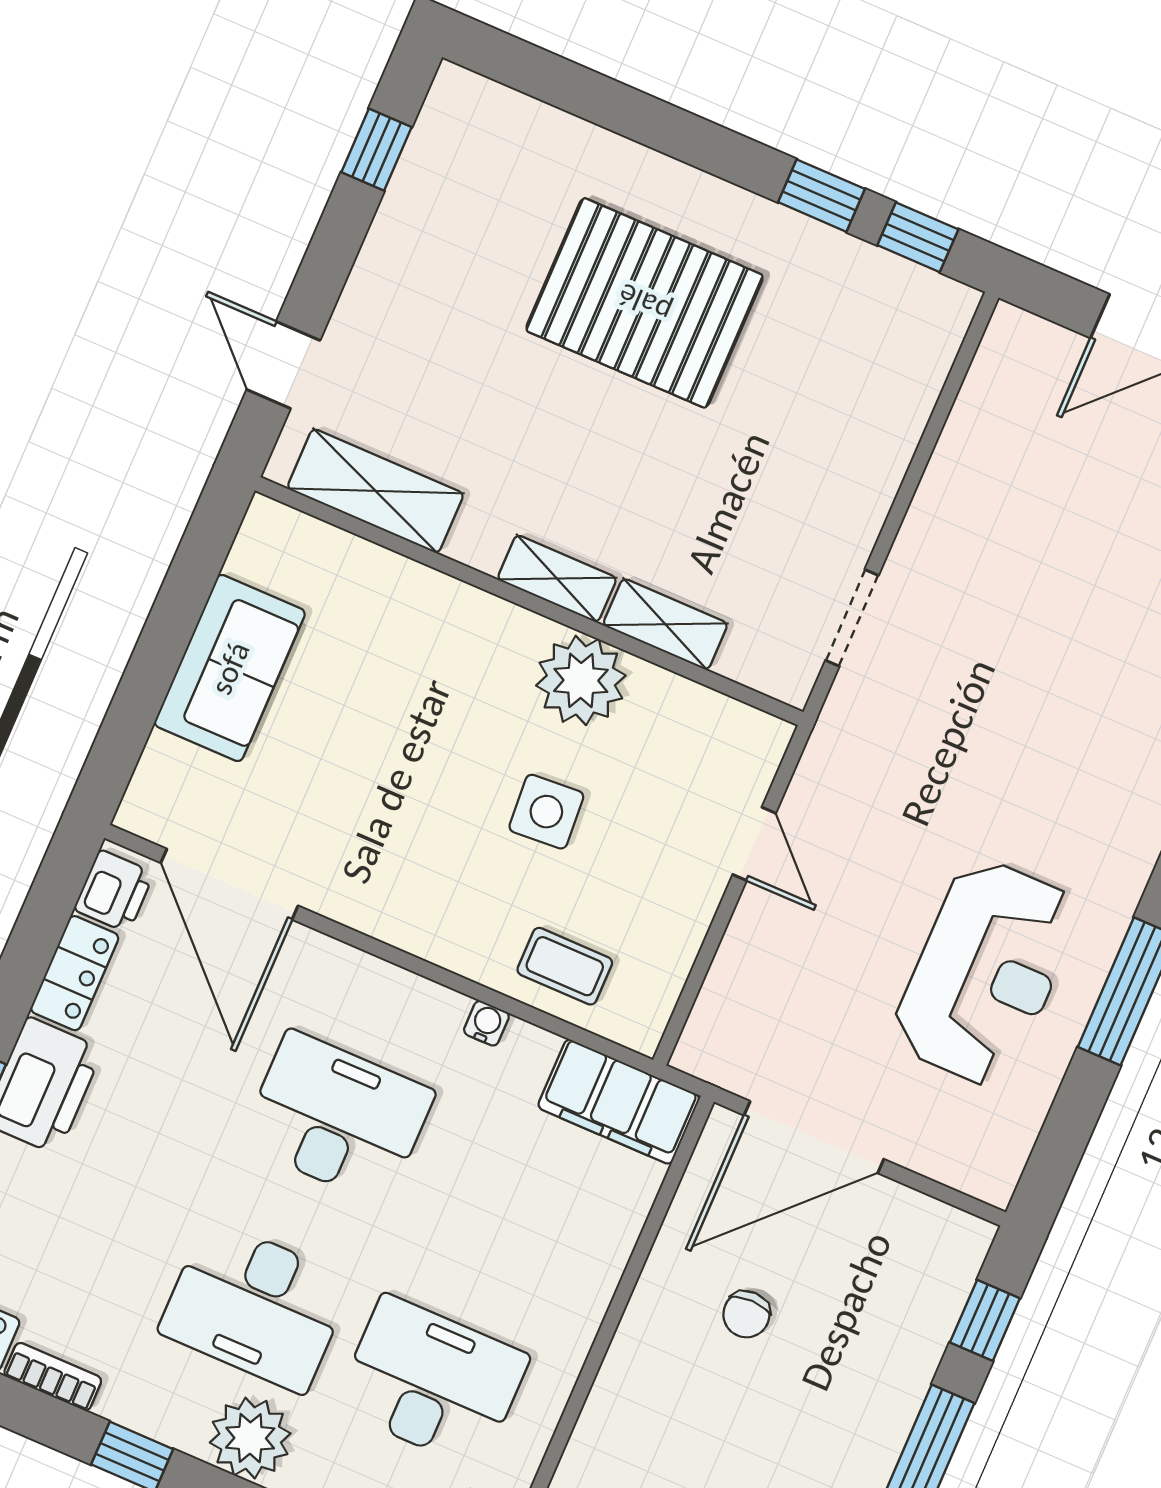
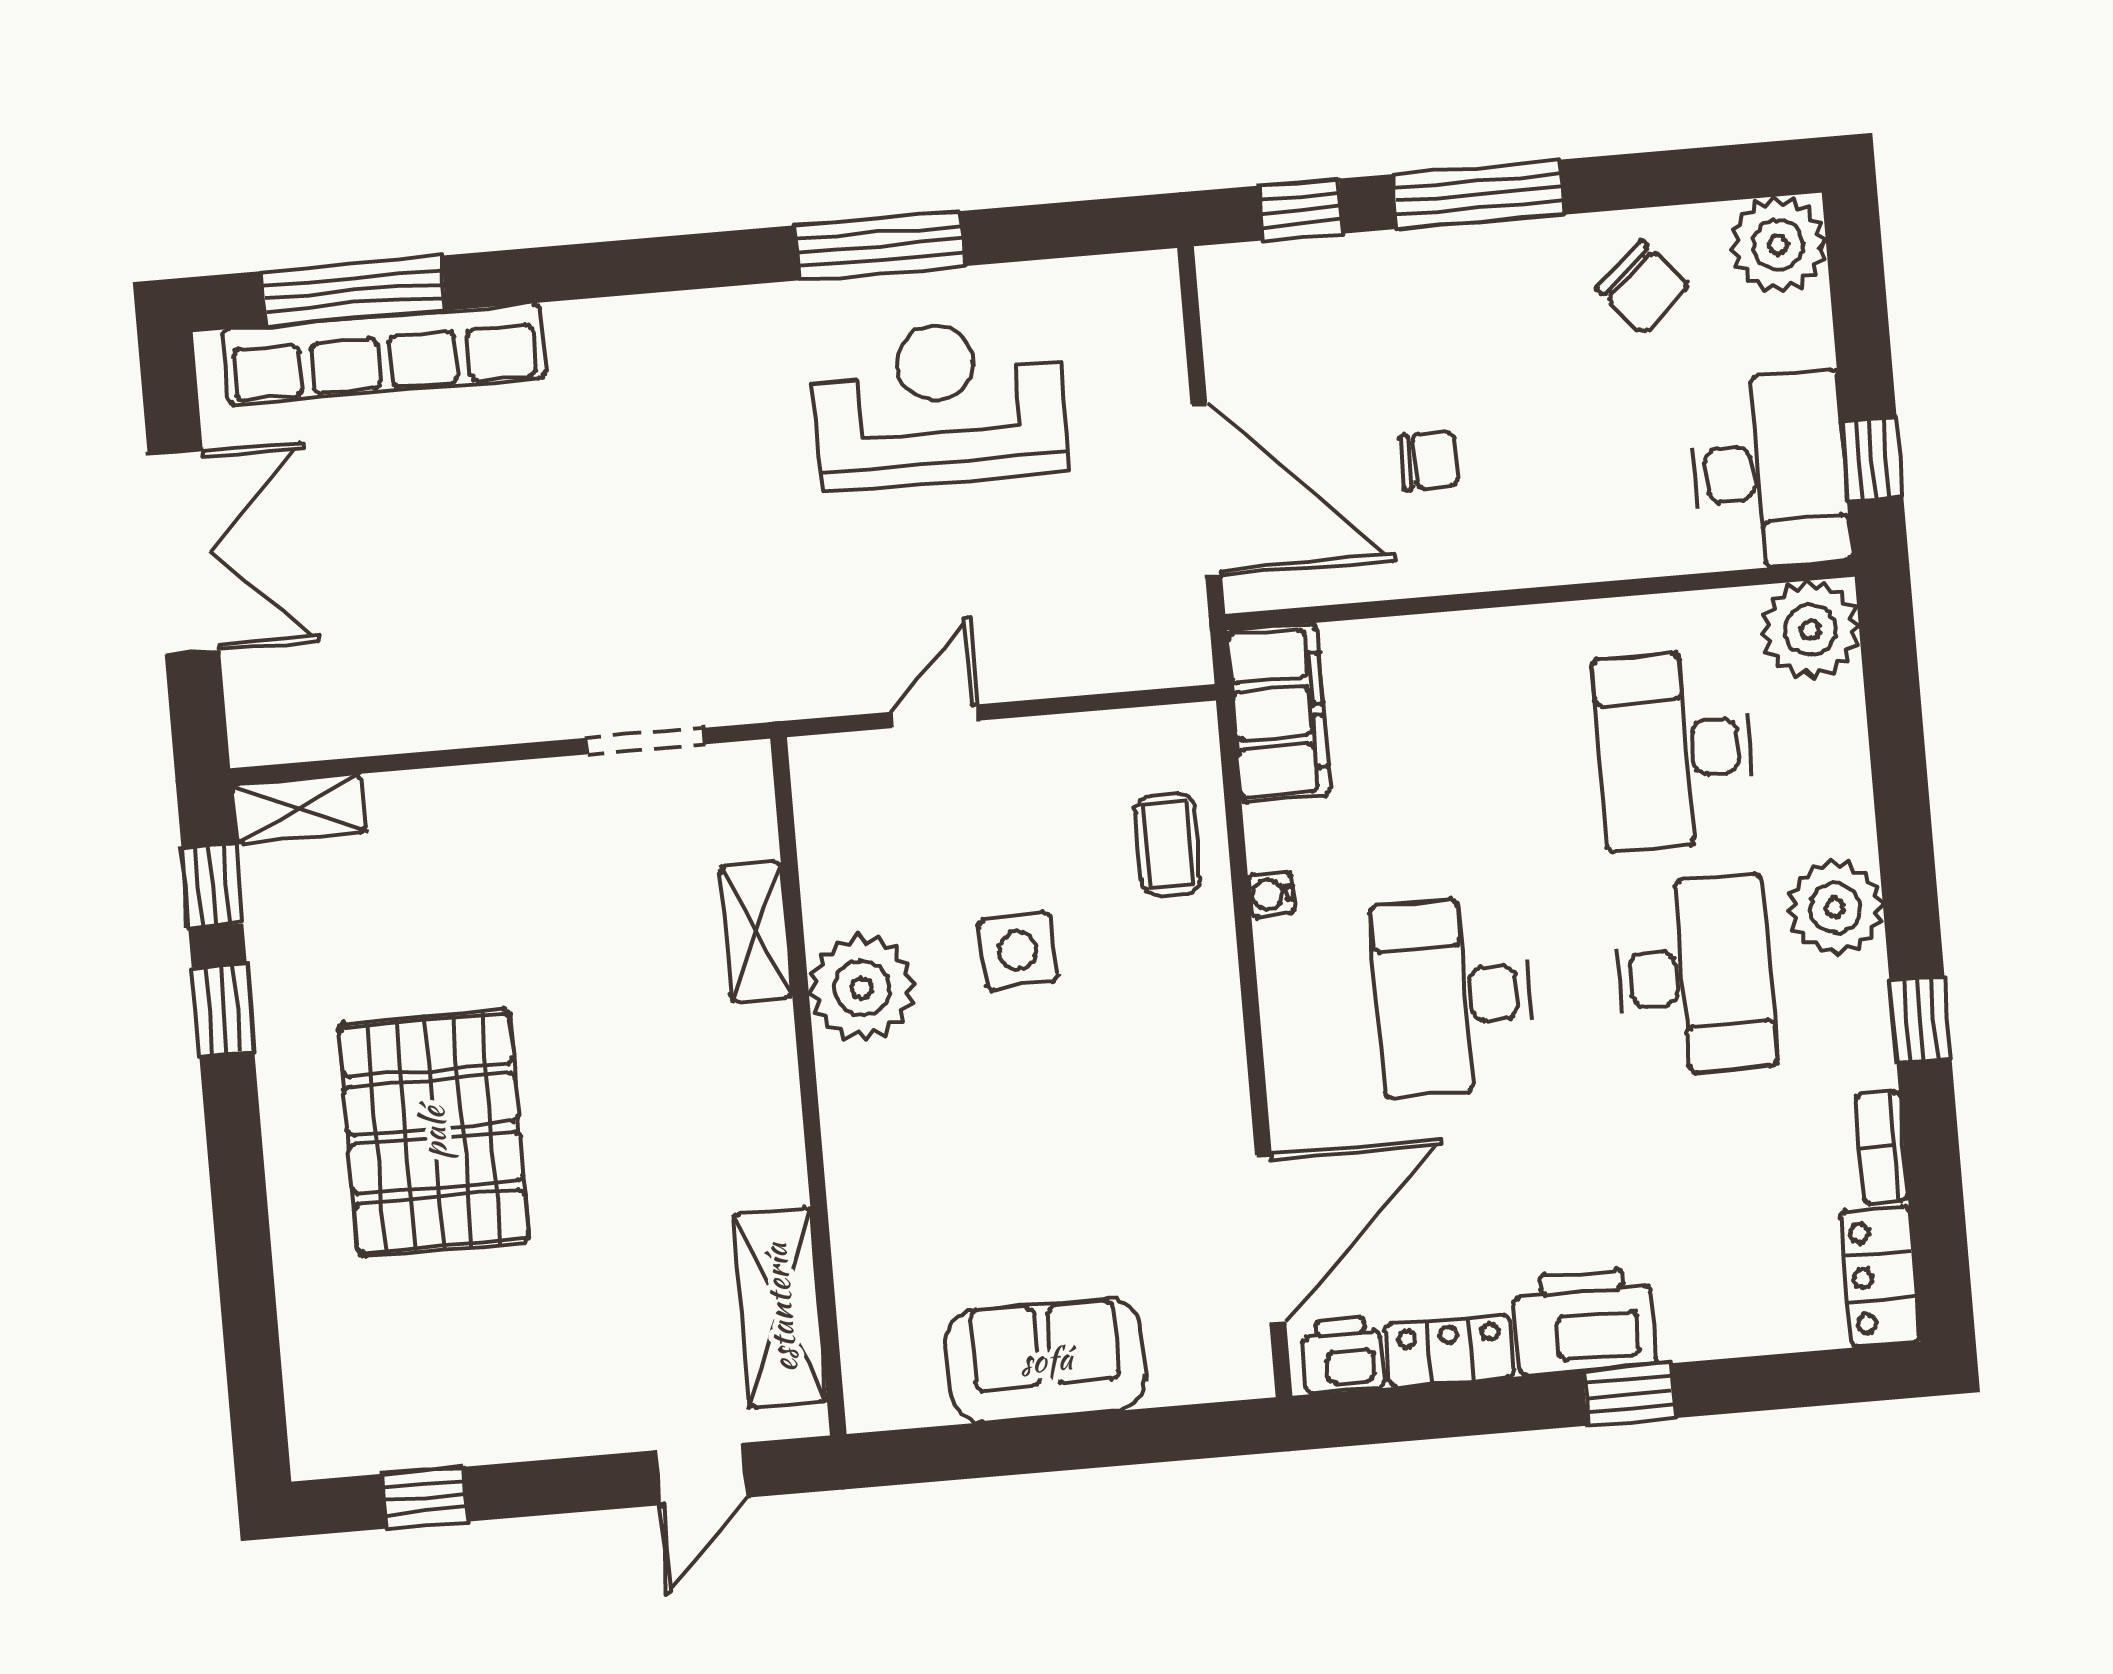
shelving: (557, 579) -> (299, 808), moved, turned 90

